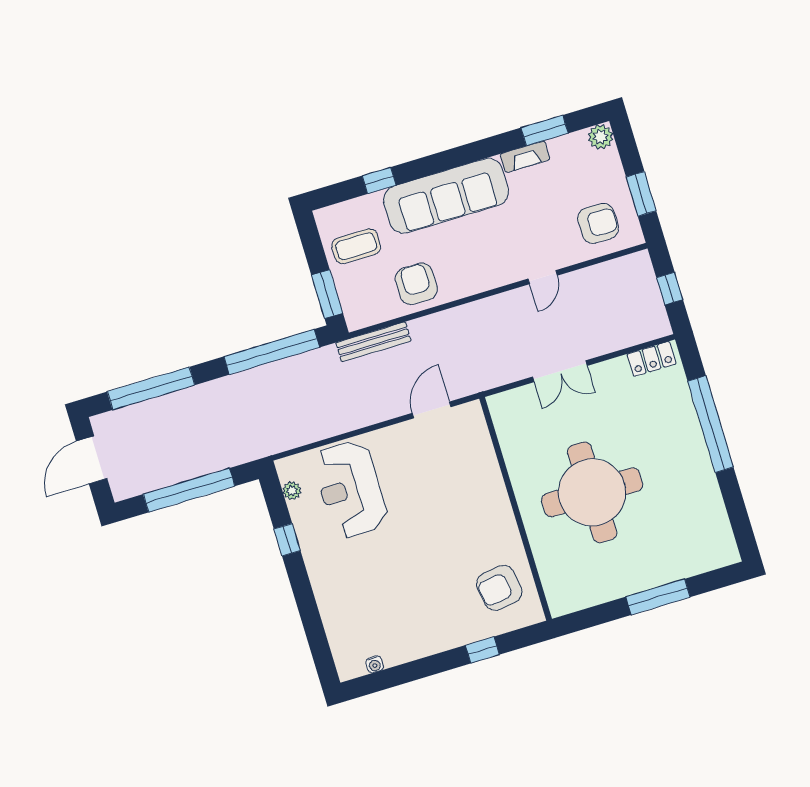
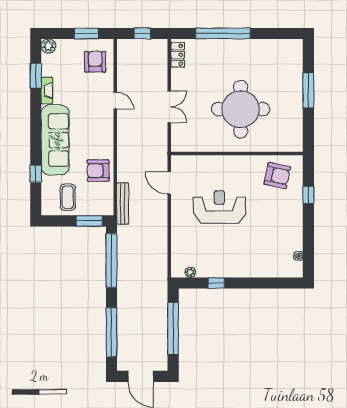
reception desk: (350, 489) -> (219, 207), moved, turned 180
armchair: (499, 588) -> (277, 175), turned -69

